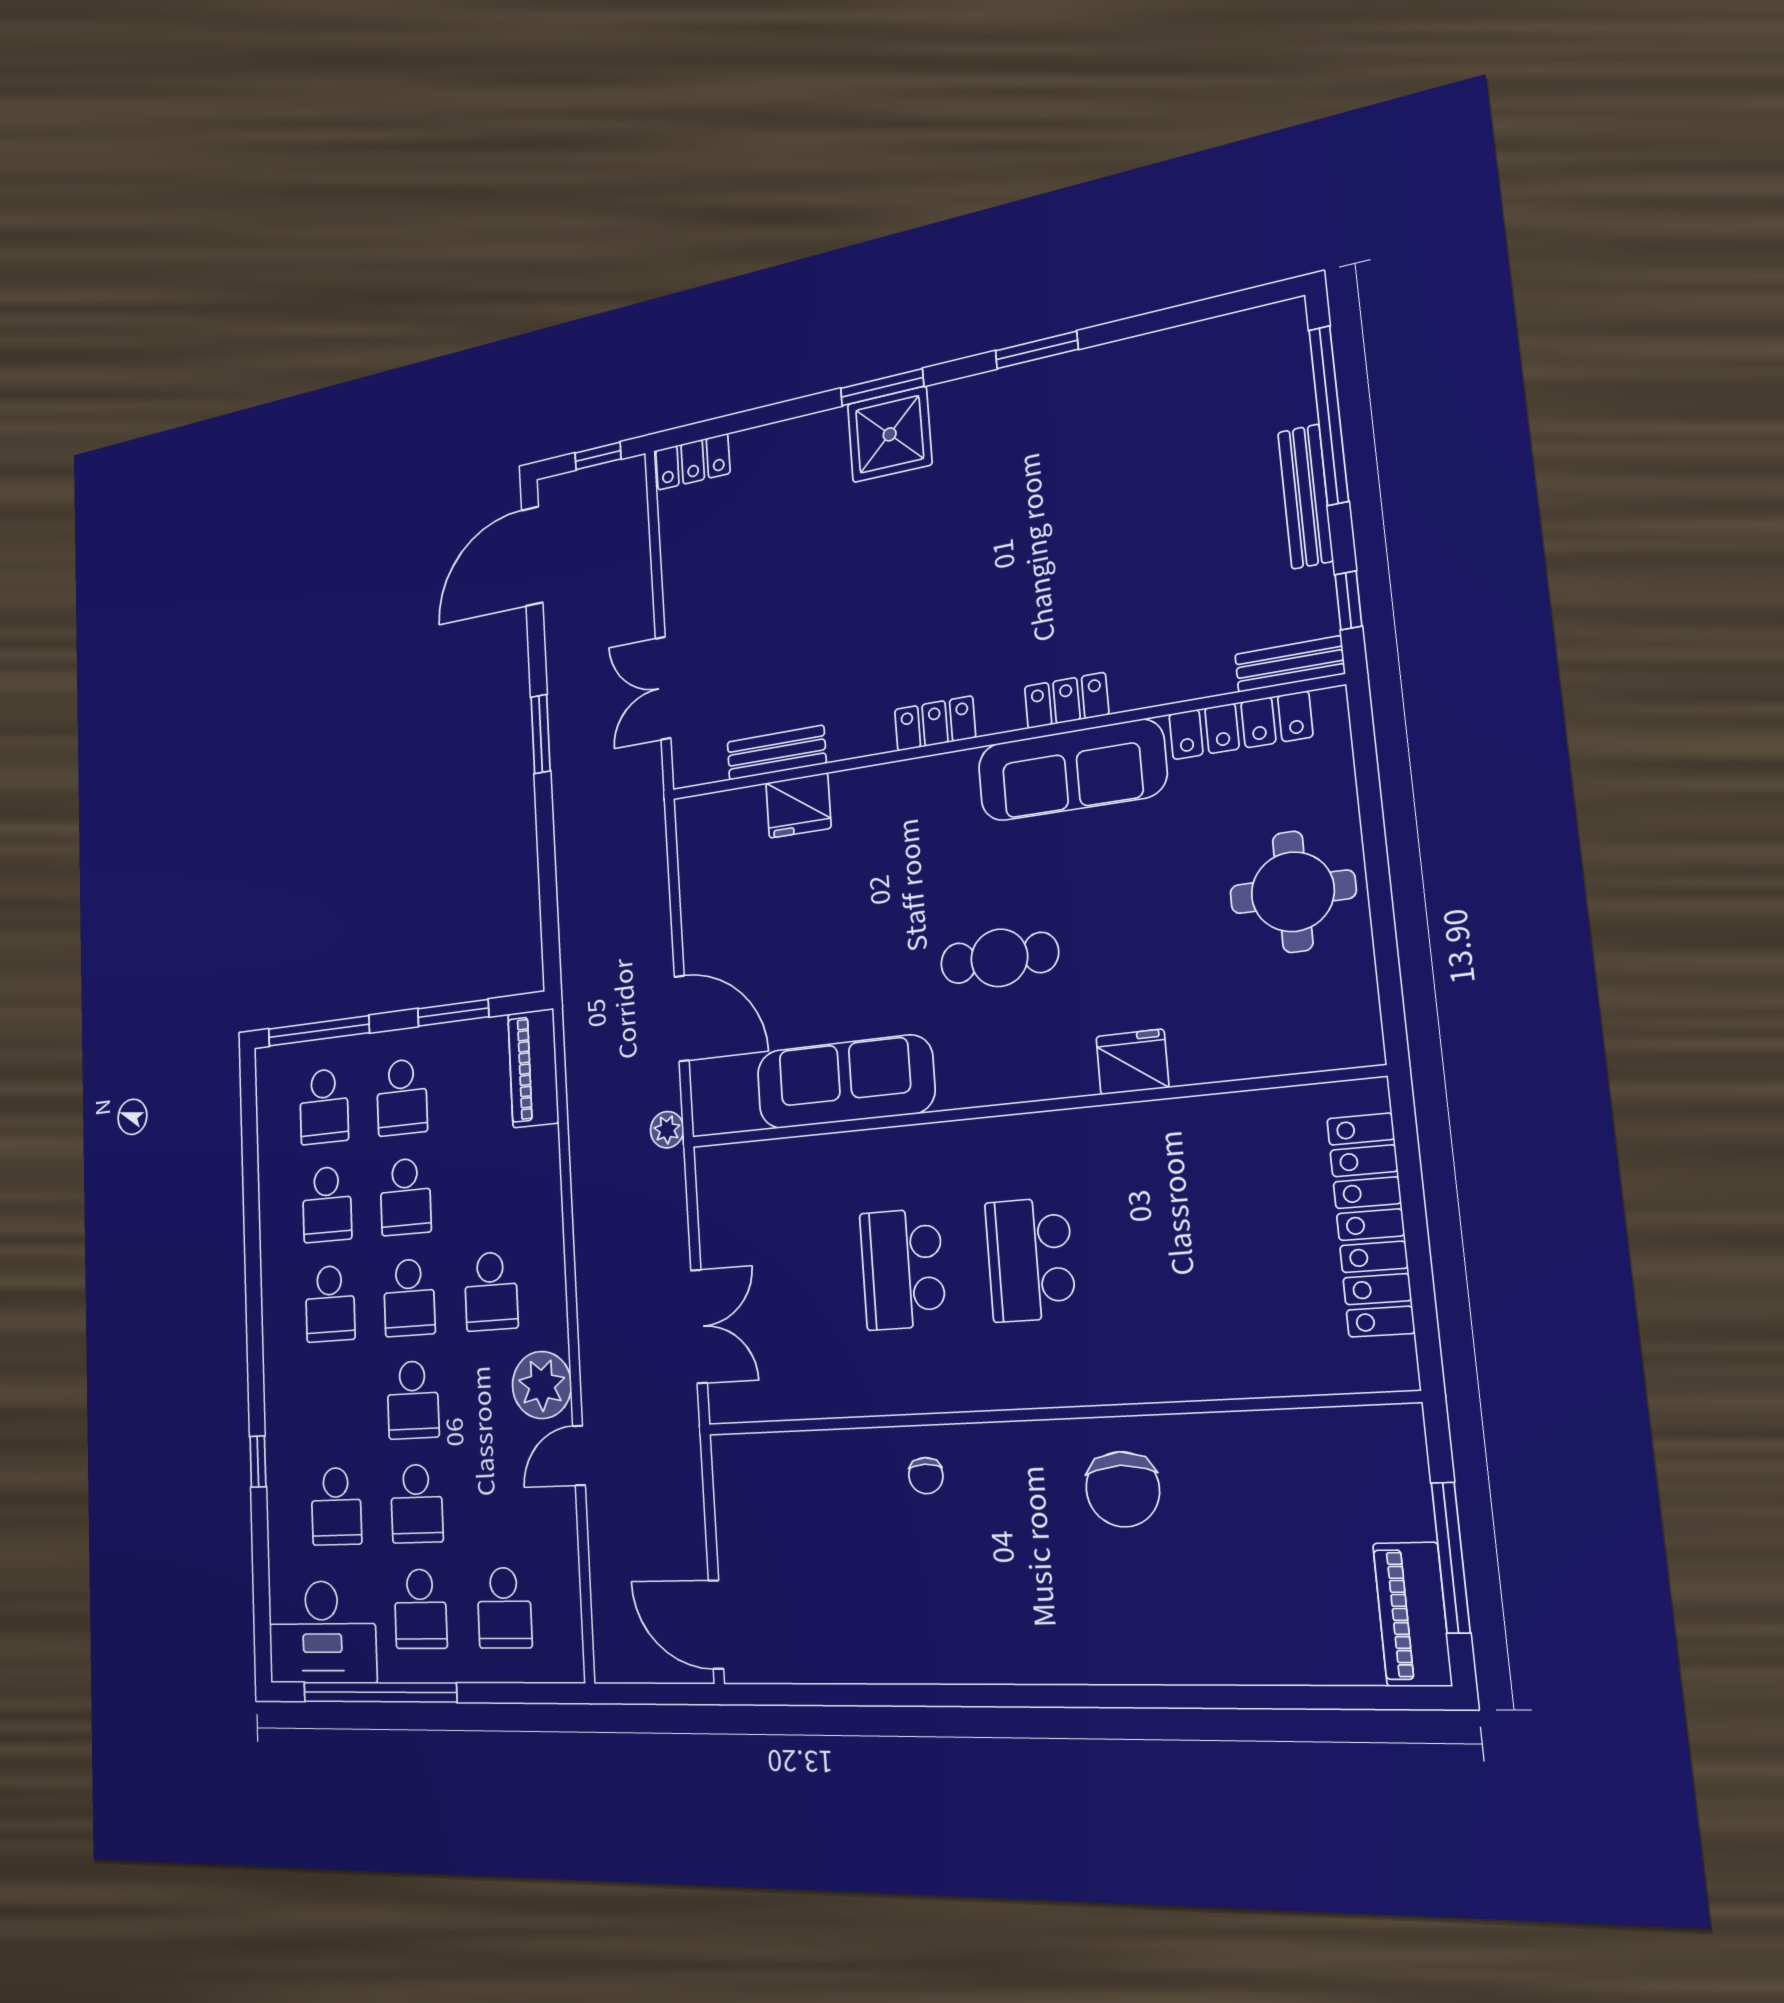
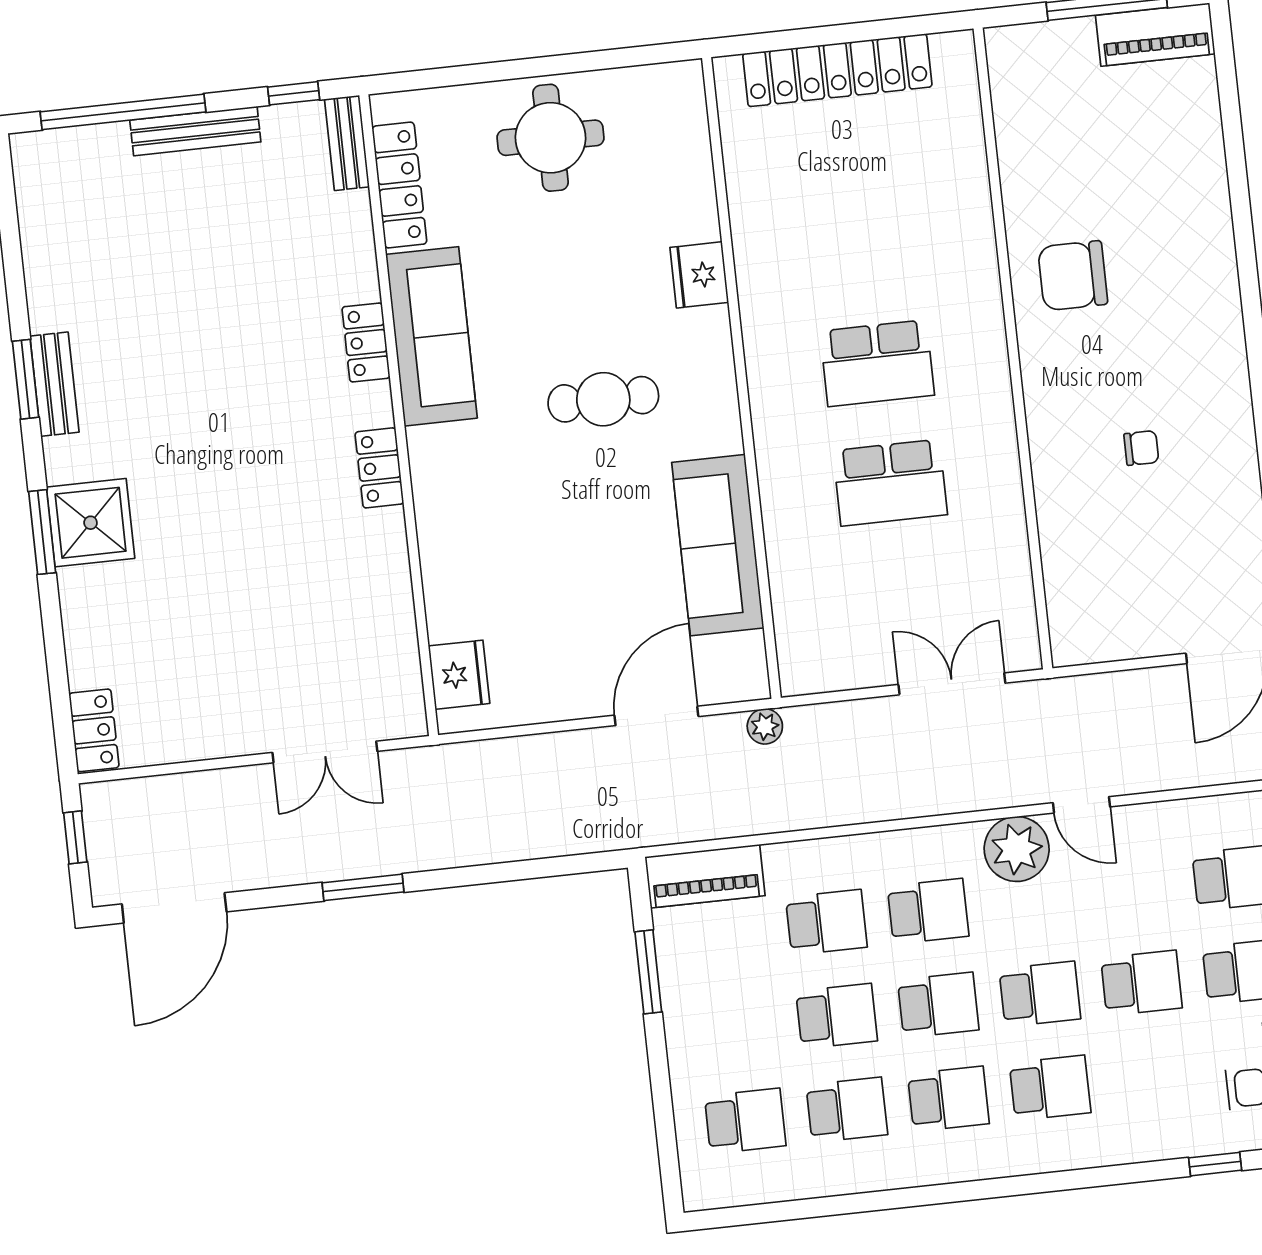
door: (532, 556) -> (174, 908), hinge flipped
bench: (776, 753) -> (54, 384), moved
fridge: (798, 805) -> (459, 675), moved
cafe table: (999, 958) -> (603, 399), turned 90
window: (319, 1031) -> (666, 1133), removed
school desk: (402, 1097) -> (826, 922), moved
window: (258, 1461) -> (1215, 1164), moved
chair: (926, 1476) -> (1141, 448), moved
chair: (1123, 1489) -> (1073, 276), turned 180
school desk: (336, 1506) -> (1050, 1088), moved

